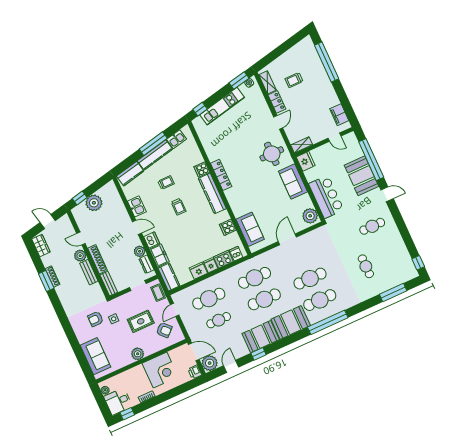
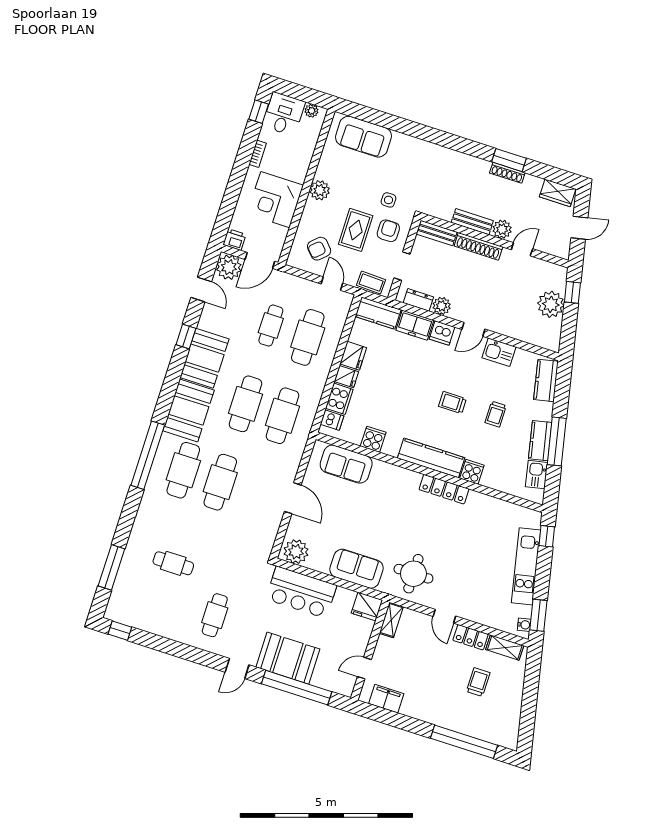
kitchen counter: (155, 155) -> (540, 441), width x0.67
armchair: (95, 319) -> (388, 231), moved

